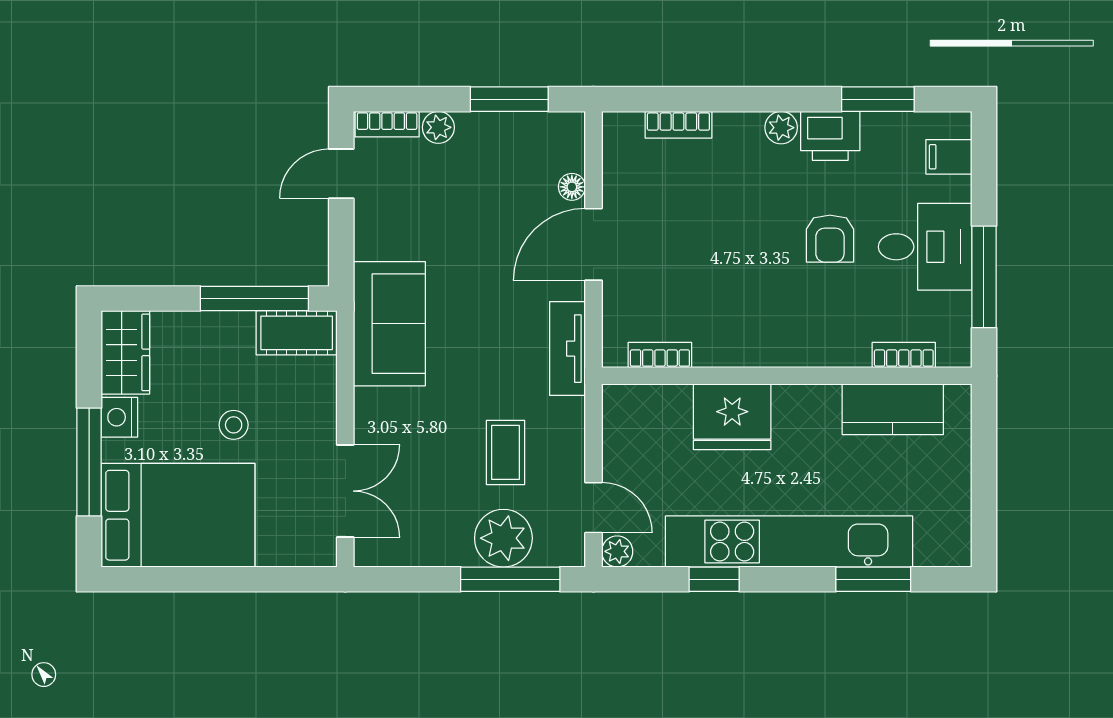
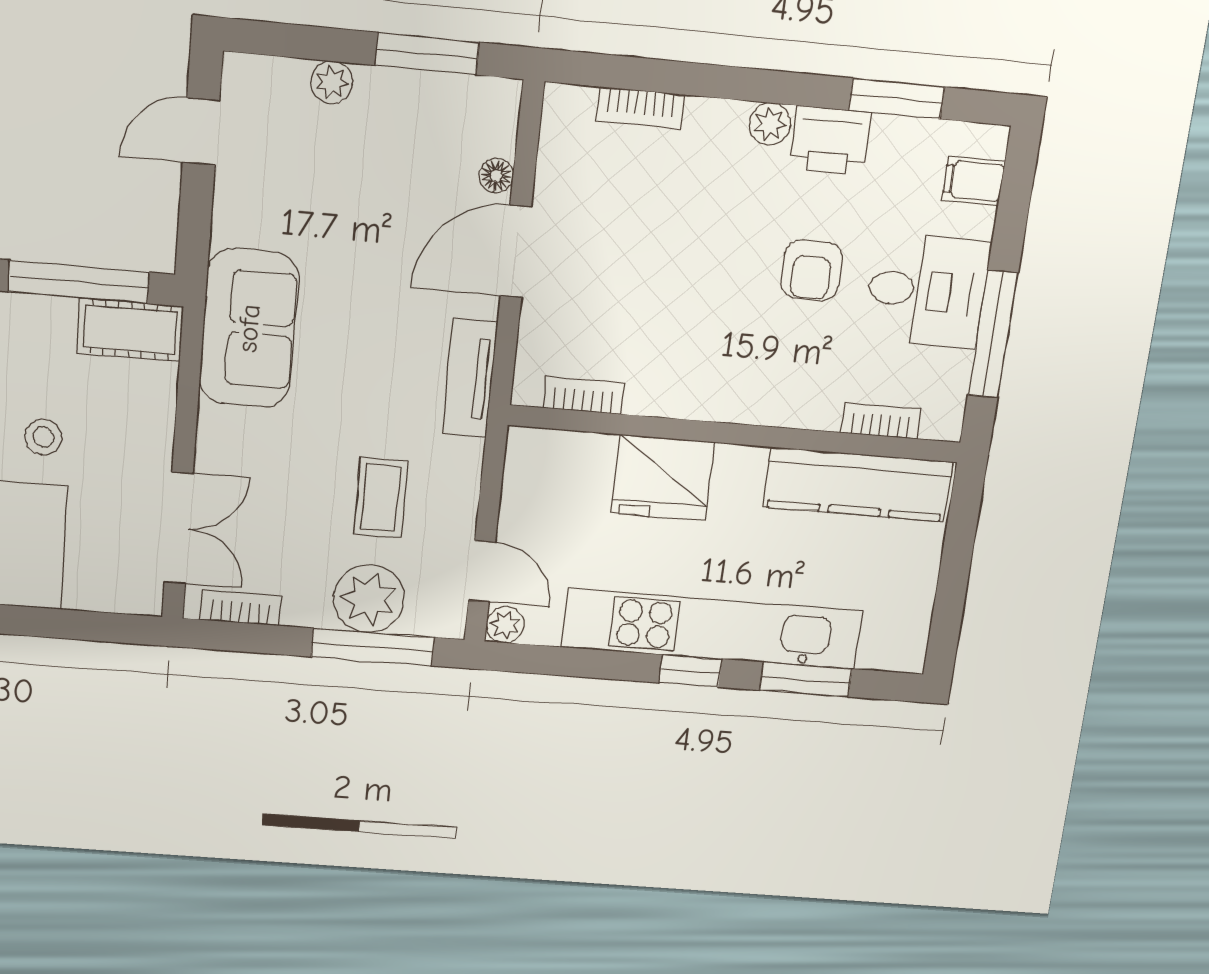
bookcase: (387, 124) -> (240, 608), moved, turned 180
kitchen counter: (893, 409) -> (858, 484), width x1.50
window: (714, 579) -> (691, 671), moved

